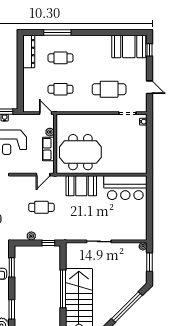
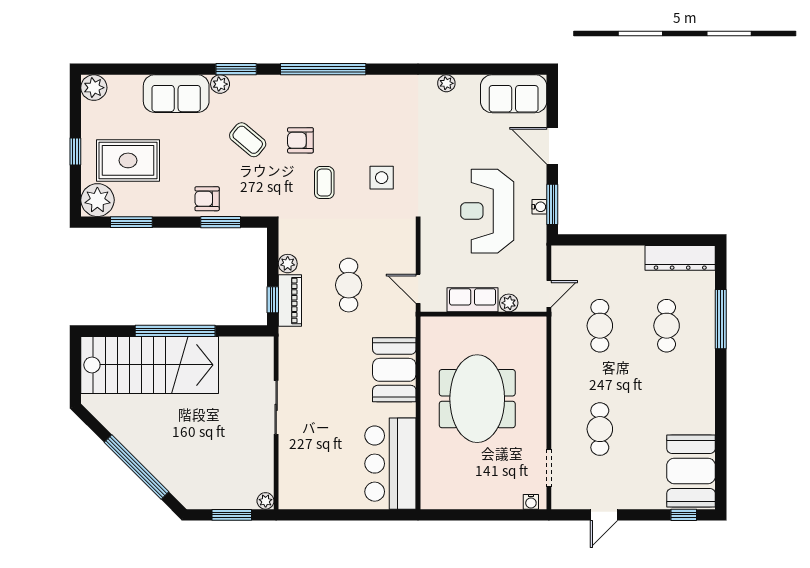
cafe table: (109, 89) -> (600, 429), width x0.73, depth x0.74
meeting table: (80, 152) -> (477, 399), moved
piano: (49, 235) -> (290, 301), added

